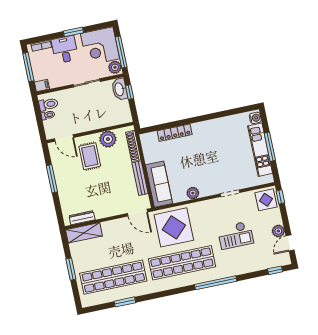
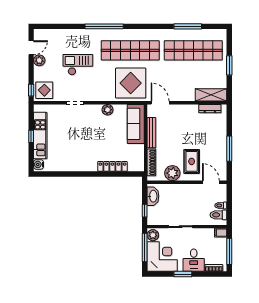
washbasin: (120, 89) -> (153, 196), moved
window: (270, 147) -> (31, 136), width x0.46
window: (275, 270) -> (49, 26), removed
window: (125, 302) -> (188, 26), width x1.44

